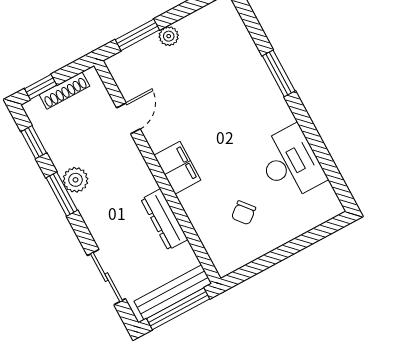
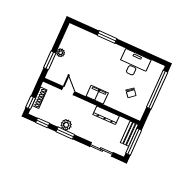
window: (297, 245) -> (157, 90), added
bench: (173, 292) -> (129, 134), width x0.73

